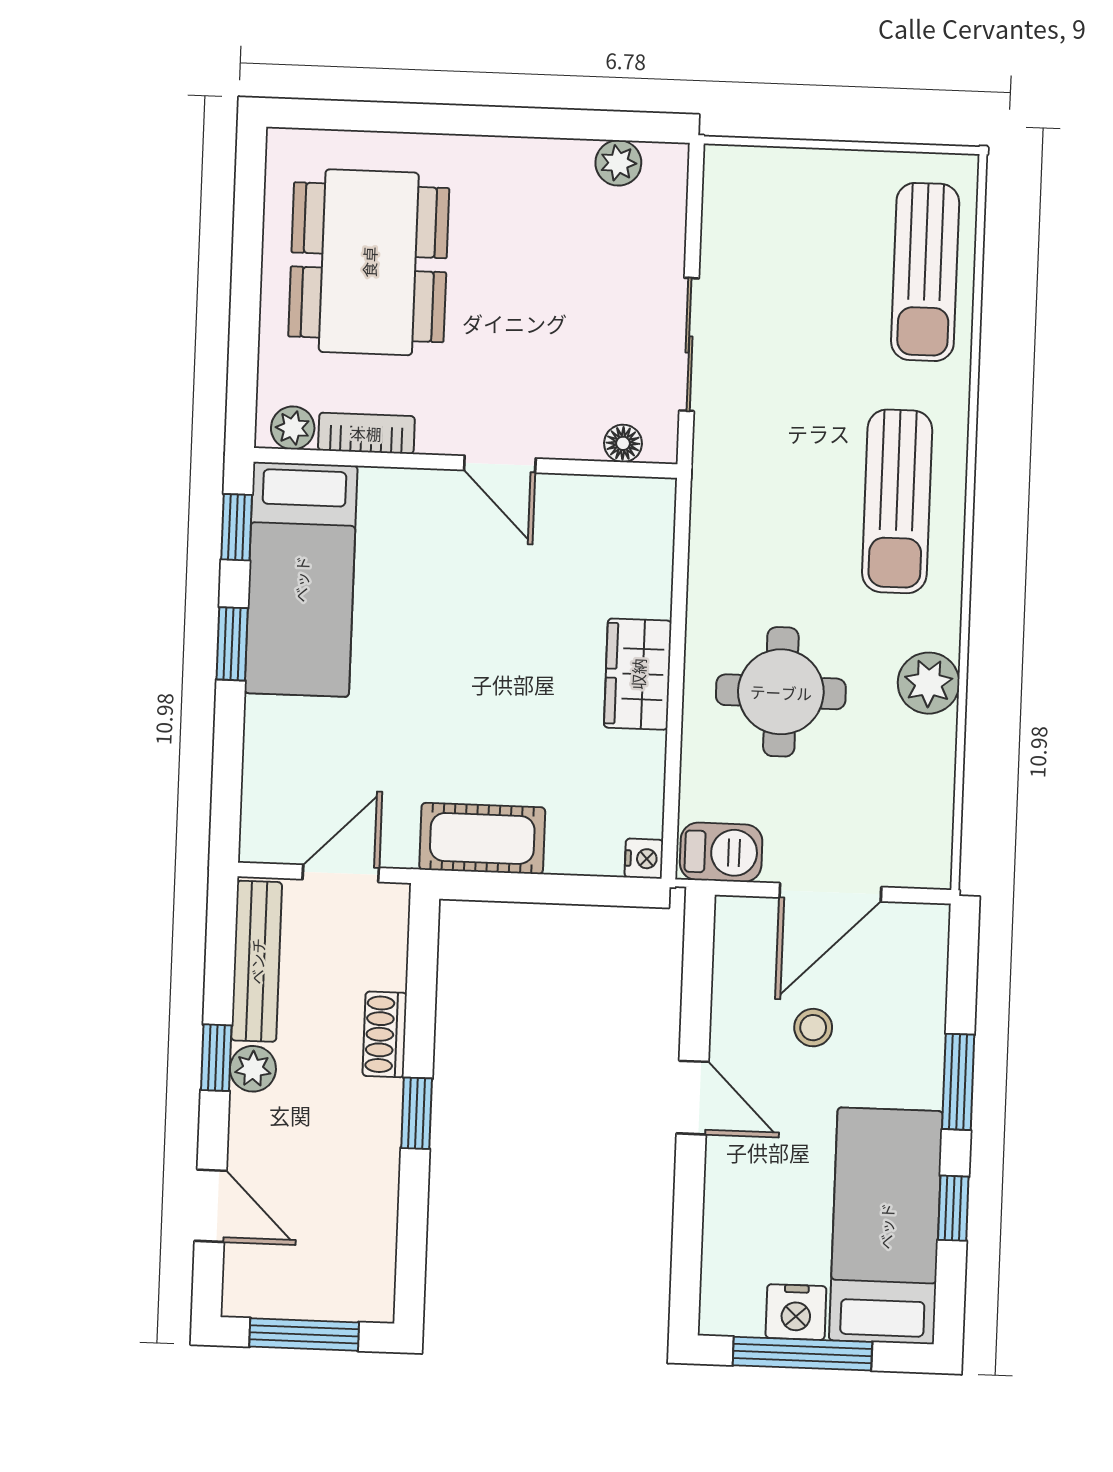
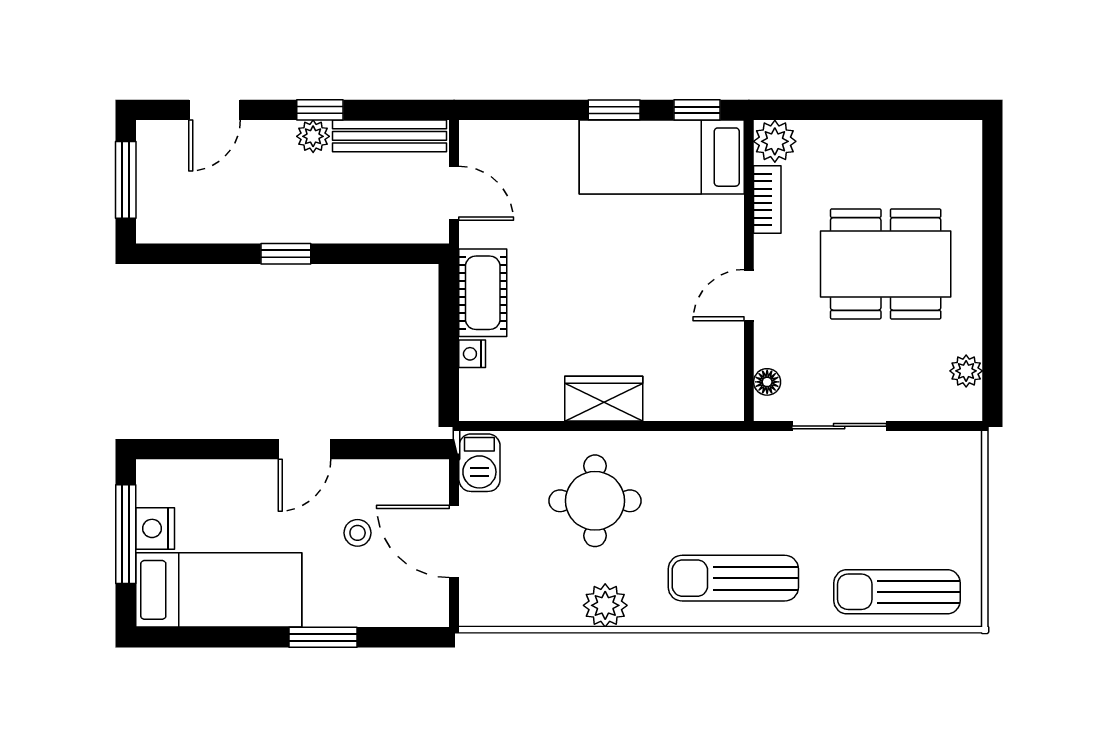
dining table: (369, 262) -> (886, 264), moved
plant: (293, 428) -> (775, 141), width x1.38, depth x1.38
nightstand: (644, 859) -> (472, 354), moved, turned 90
shoe rack: (385, 1034) -> (341, 229), removed
window: (953, 1208) -> (233, 637), removed

